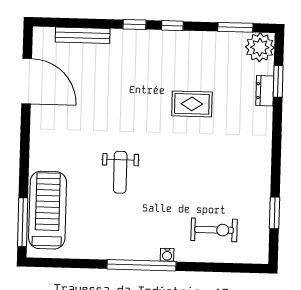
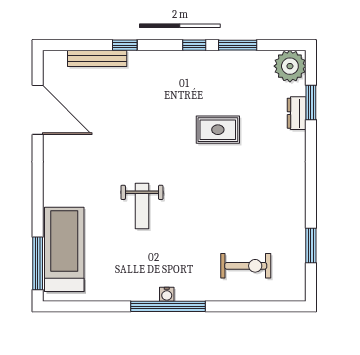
window: (134, 25) -> (125, 45), moved
window: (235, 27) -> (238, 45), moved
water cooler: (167, 255) -> (167, 294), moved

